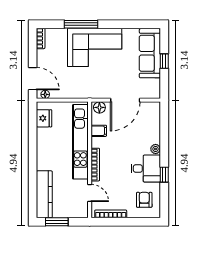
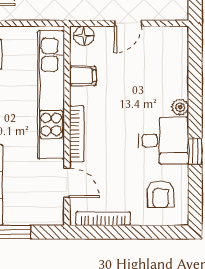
door: (125, 100) -> (128, 23), width x0.53
armchair: (144, 200) -> (161, 194), turned 180

